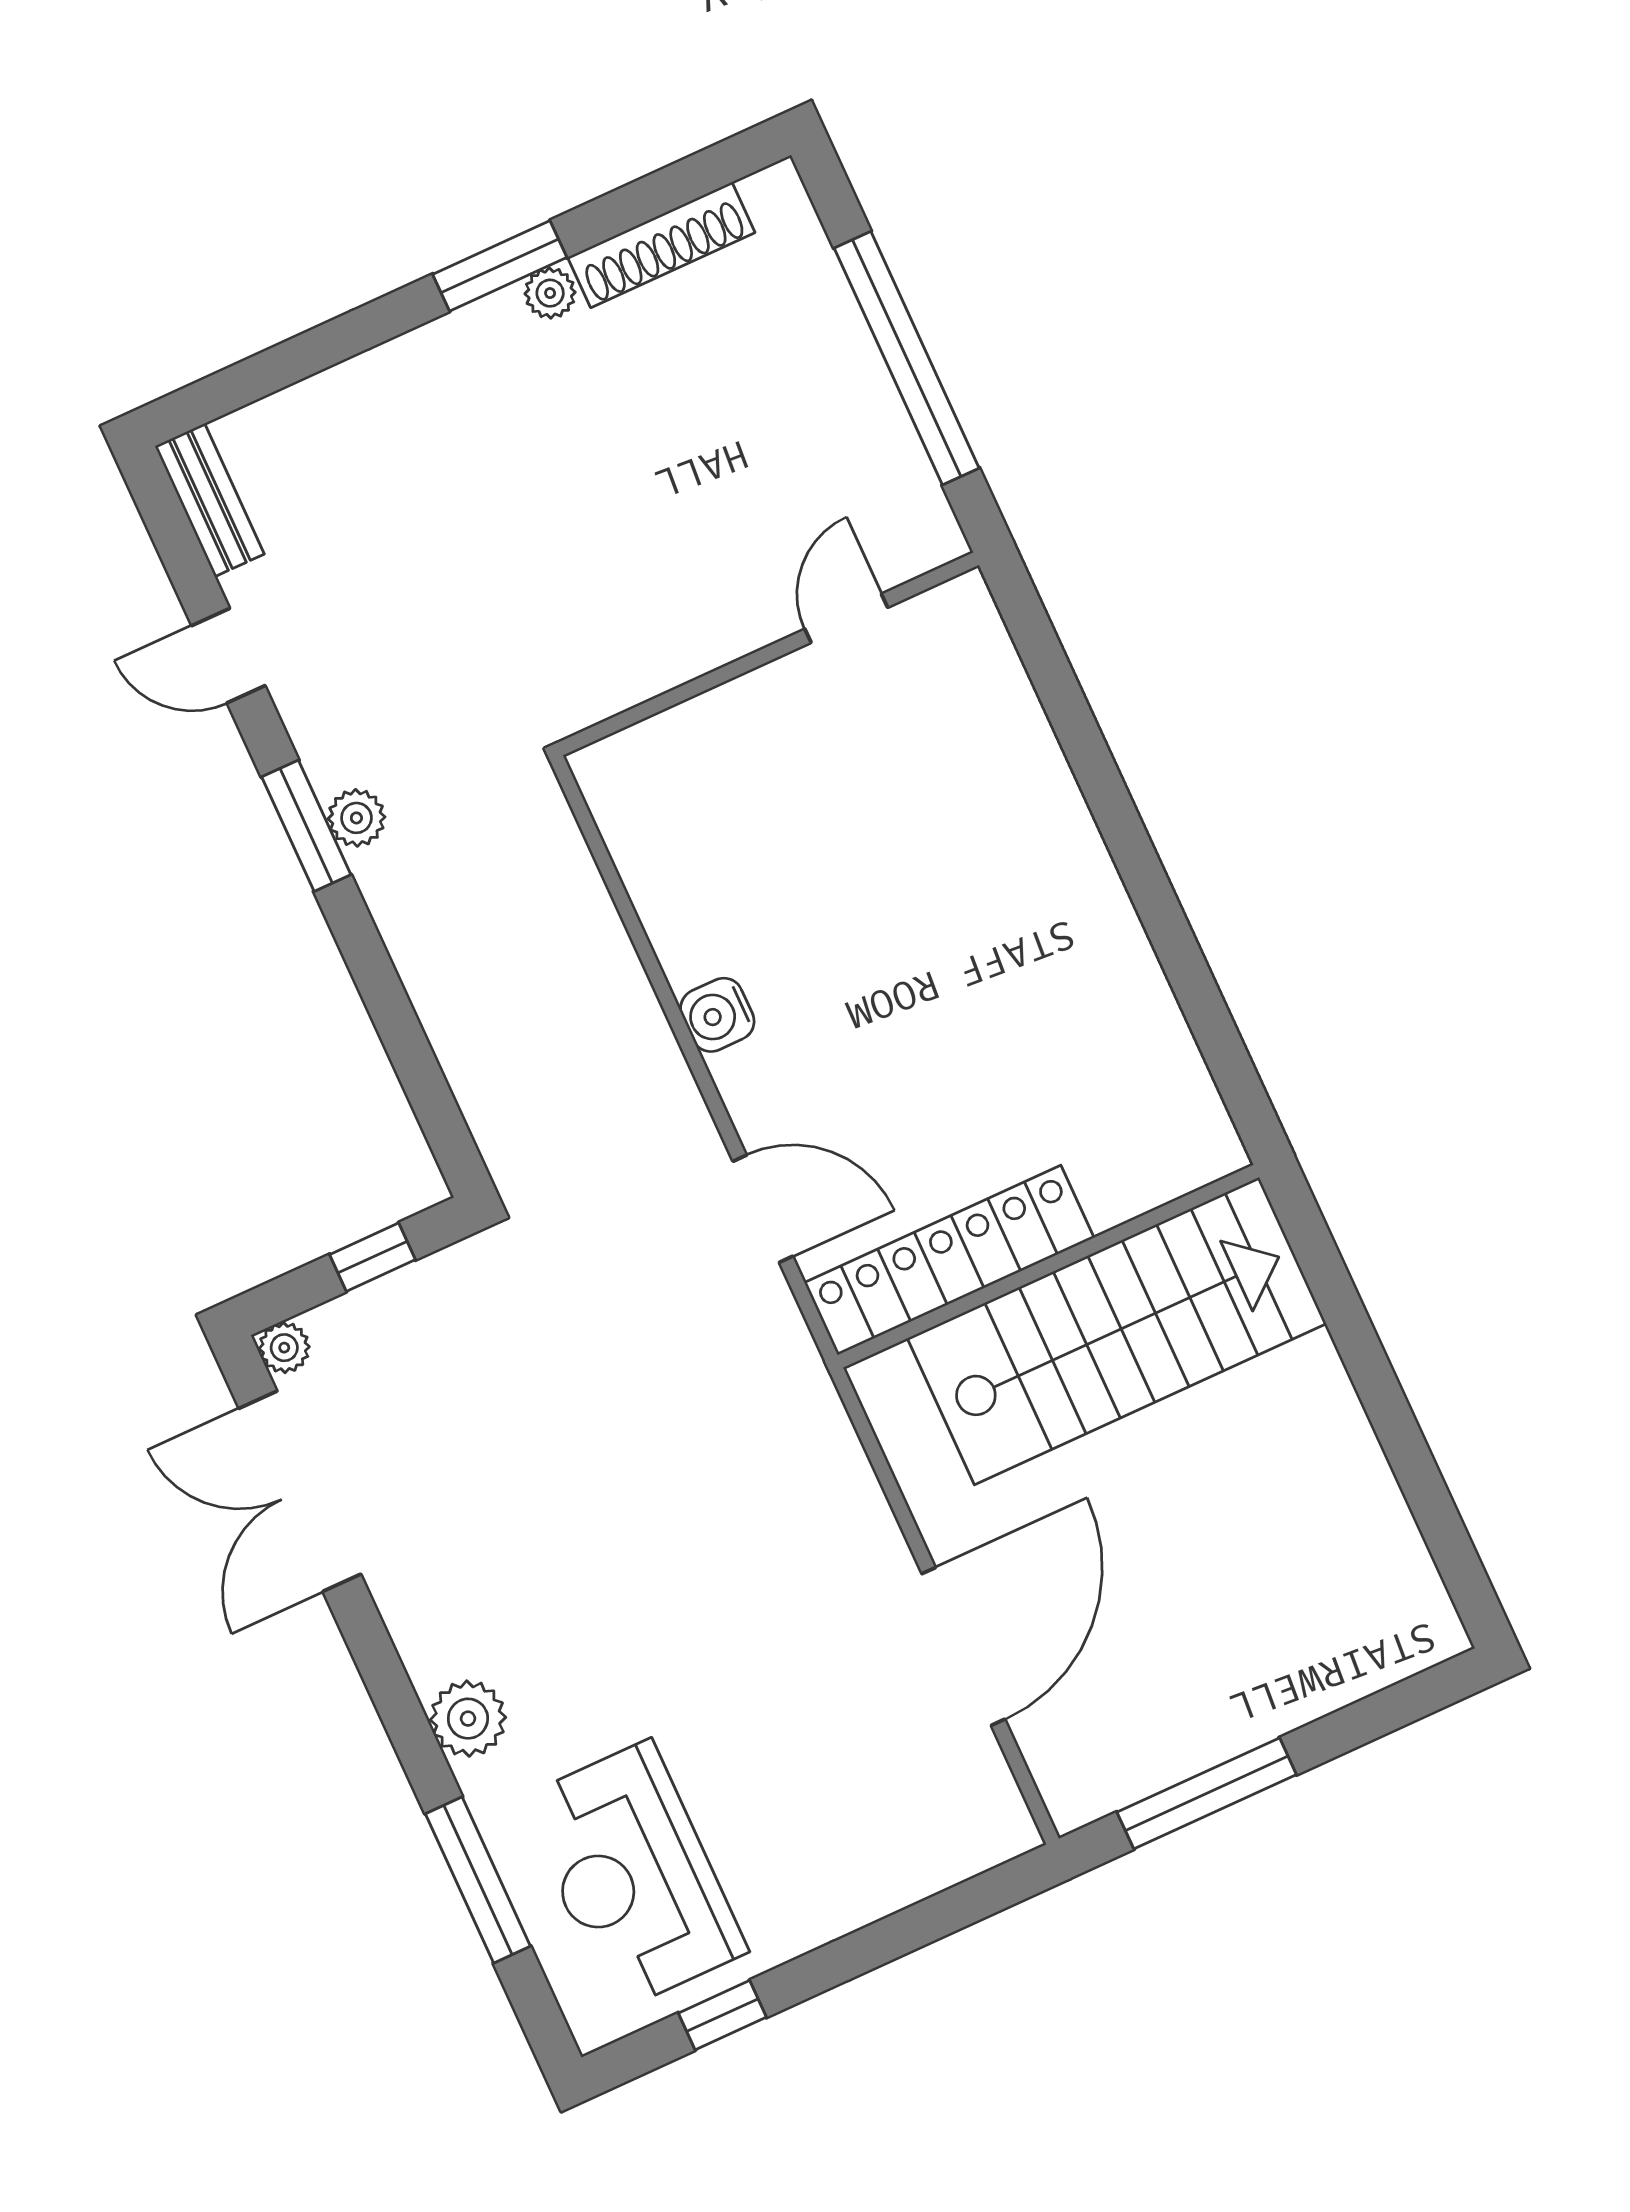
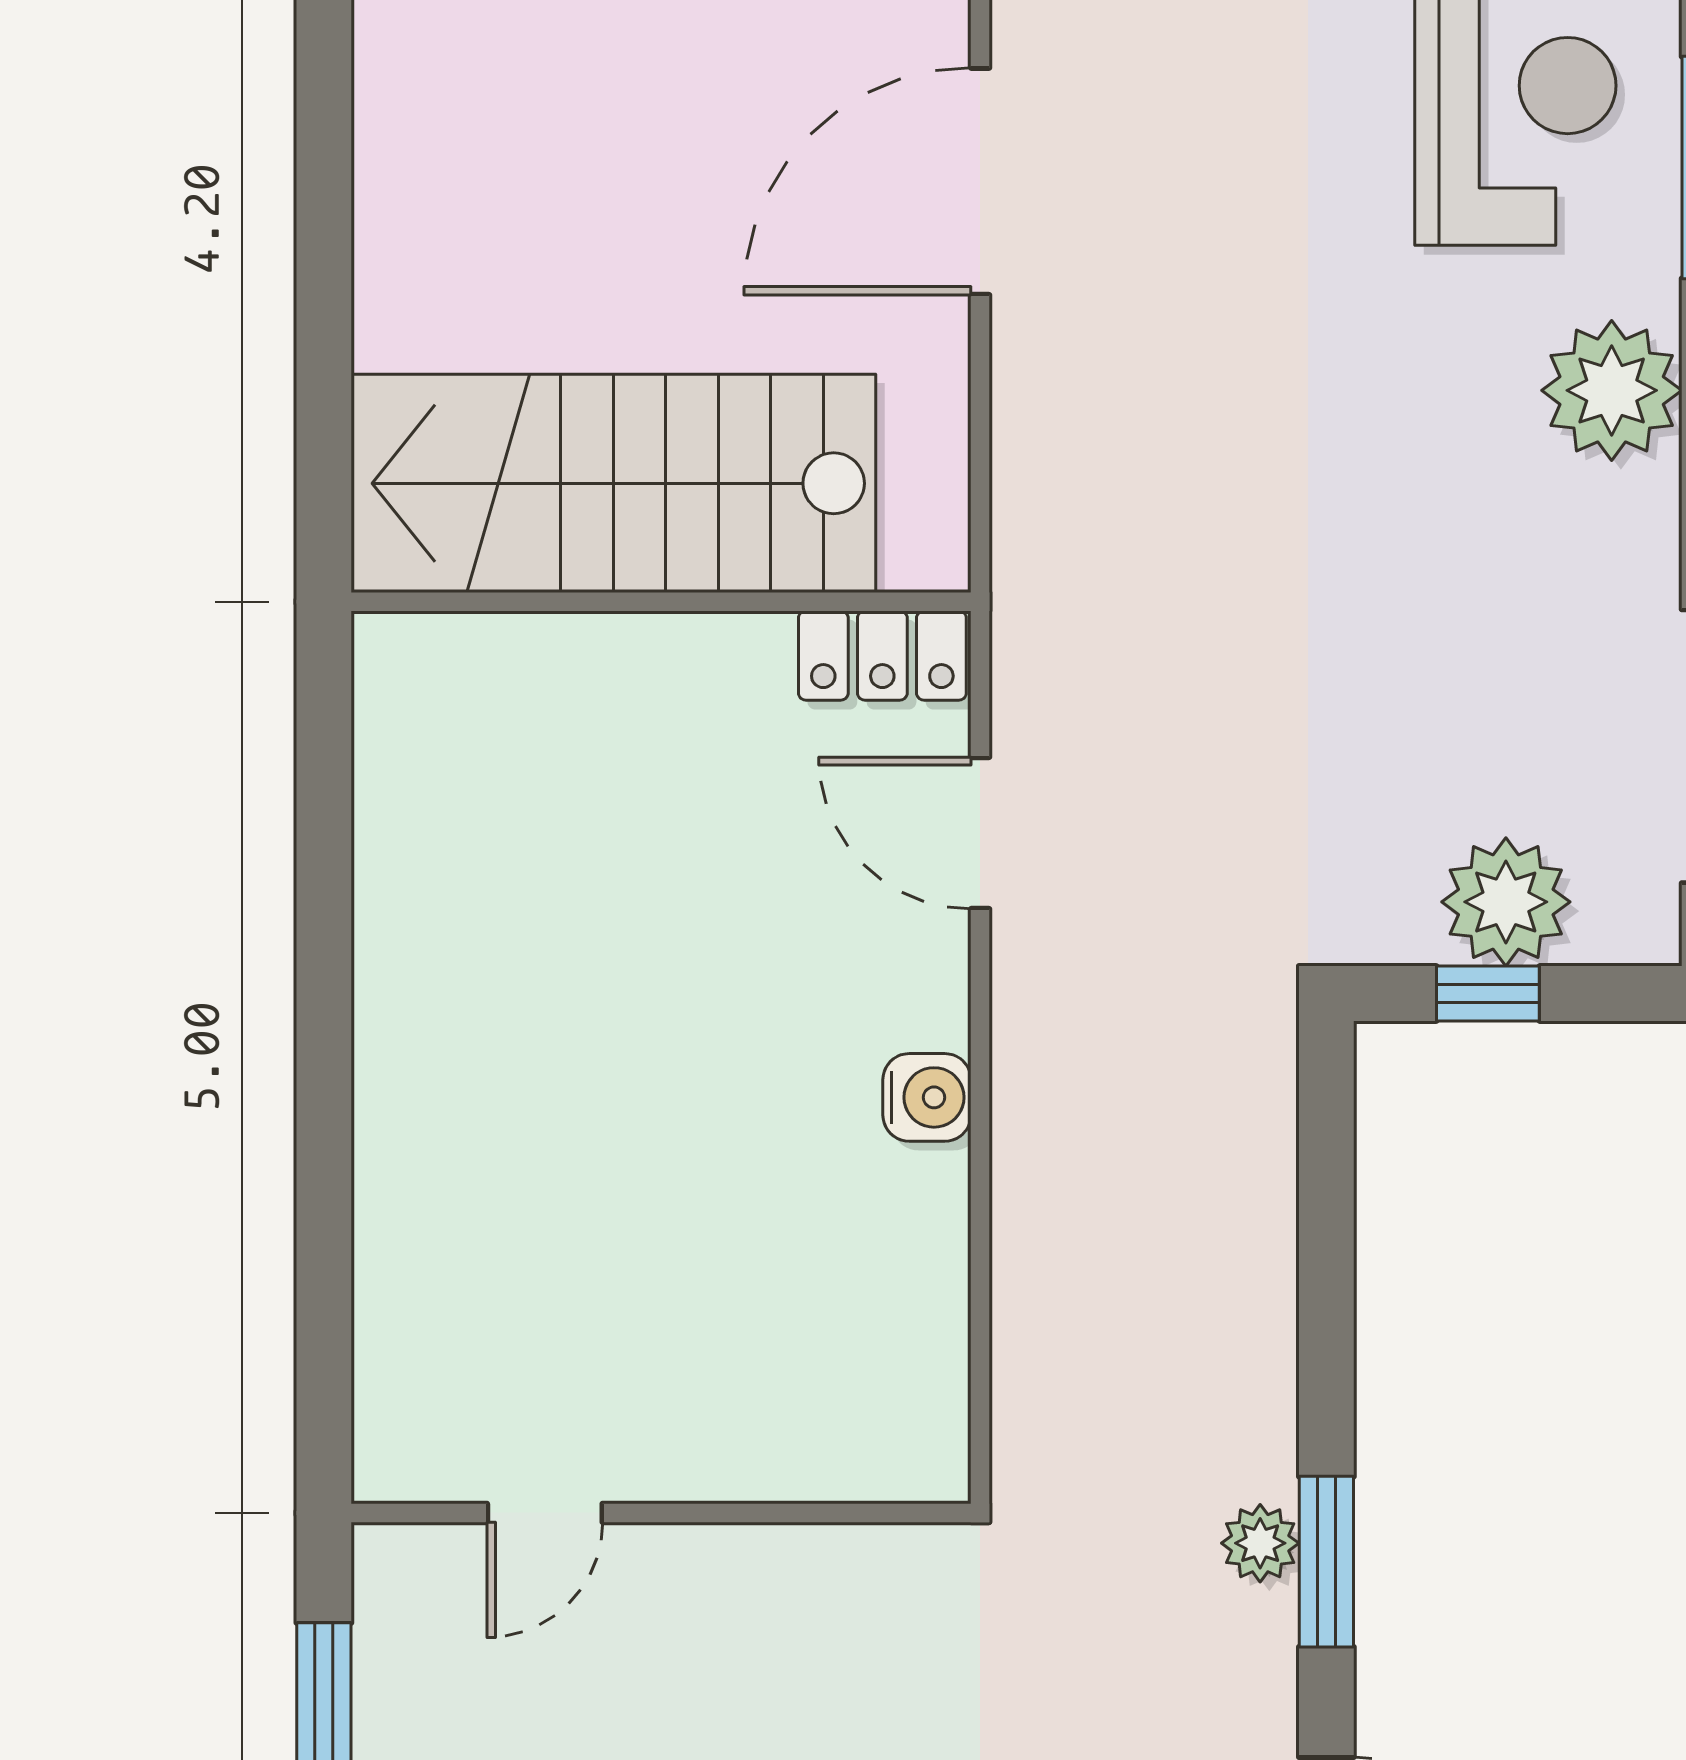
locker: (949, 1260) -> (882, 656), width x0.46, depth x0.83
plant: (284, 1348) -> (1506, 902), moved, width x1.87, depth x1.87
plant: (468, 1719) -> (1612, 390), width x1.36, depth x1.36

